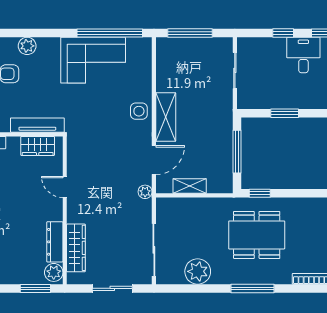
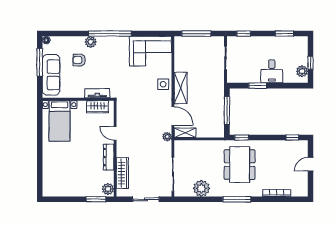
window: (110, 33) -> (110, 34), moved
window: (283, 33) -> (244, 34), moved
desk: (303, 55) -> (272, 71), moved, turned 180
corner sofa: (93, 60) -> (150, 51), moved
tv unit: (37, 125) -> (97, 93), width x0.71
door: (154, 160) -> (173, 116), hinge flipped
shelving: (190, 186) -> (185, 133), moved
dining table: (257, 235) -> (240, 165), turned 90
dresser: (55, 242) -> (109, 157), moved

